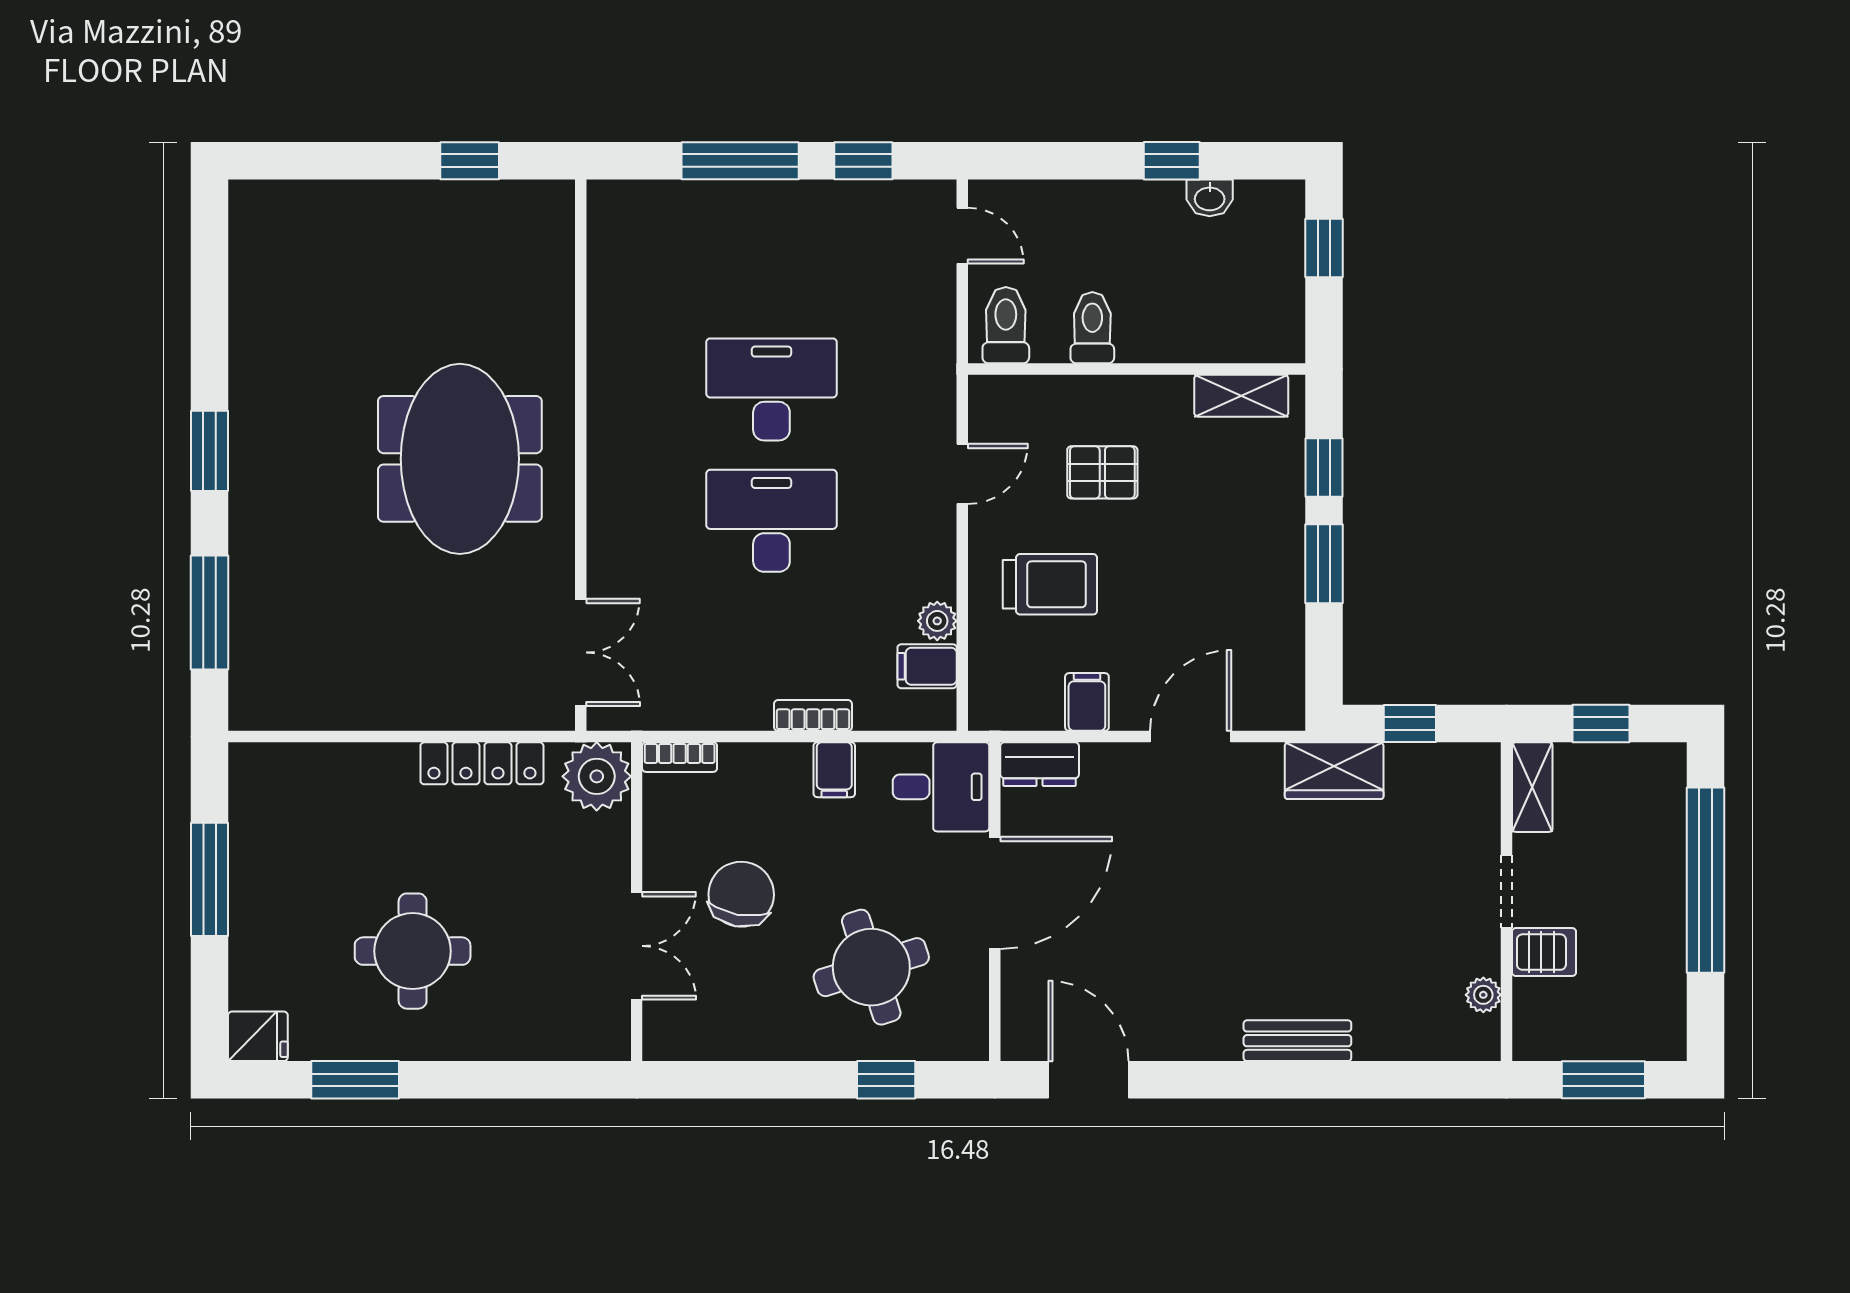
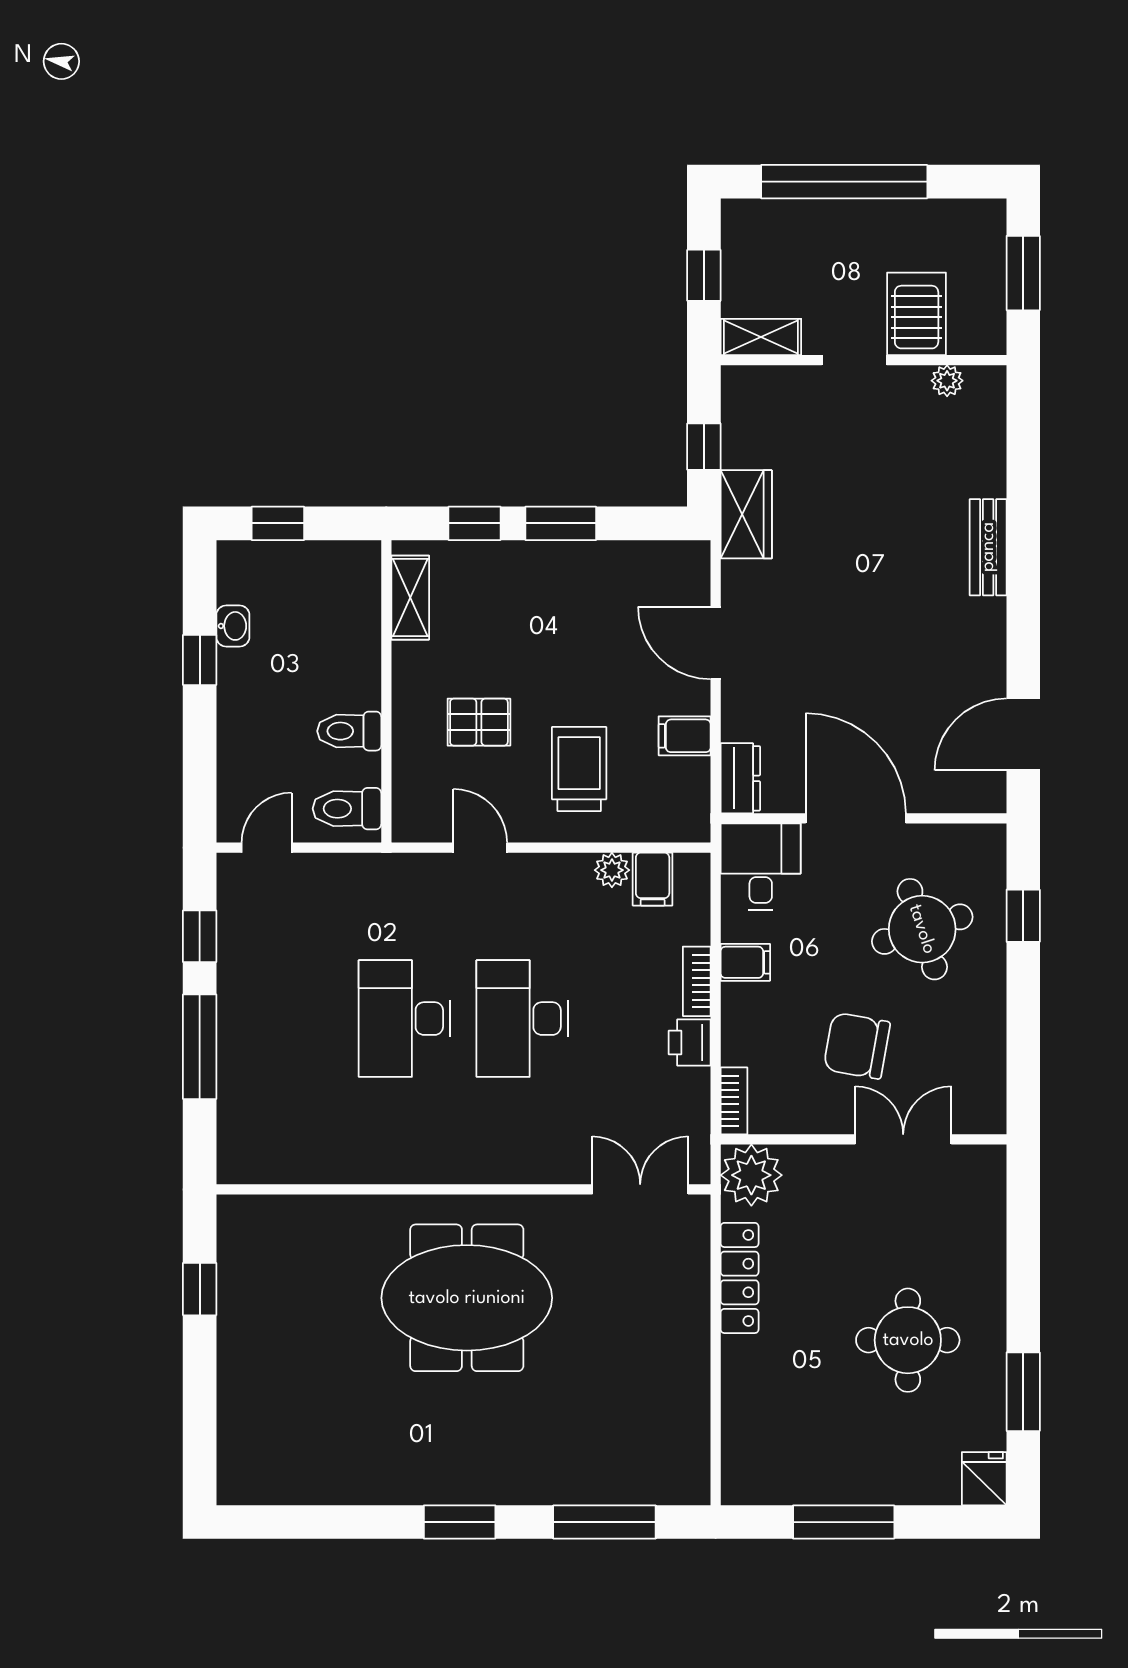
pallet: (1102, 472) -> (479, 722), turned 90
printer: (745, 708) -> (690, 1042), added
server rack: (1544, 952) -> (917, 314), width x1.36, depth x1.44

